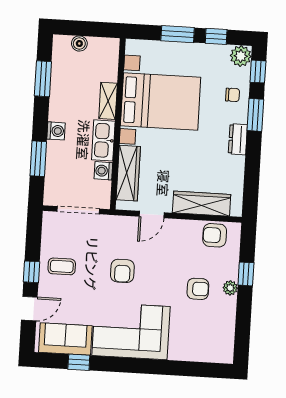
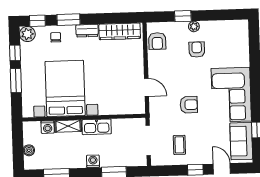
washing machine: (103, 171) -> (48, 127), moved
wardrobe: (128, 173) -> (118, 107), removed
wardrobe: (202, 204) -> (120, 31), moved, turned -90
coffee table: (62, 266) -> (179, 145), moved

